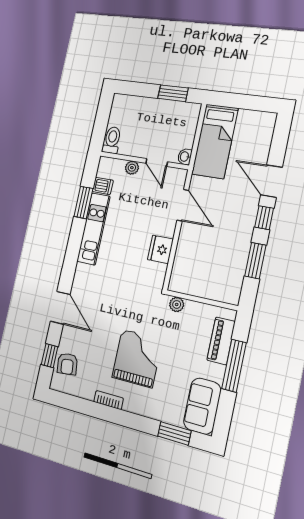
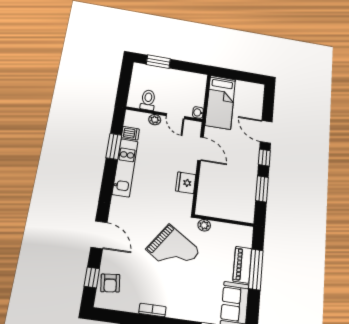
window: (173, 93) -> (158, 62), moved
toilet: (112, 140) -> (148, 100), moved
piano: (221, 341) -> (242, 265), moved
grand piano: (137, 358) -> (173, 250), moved, turned 124

